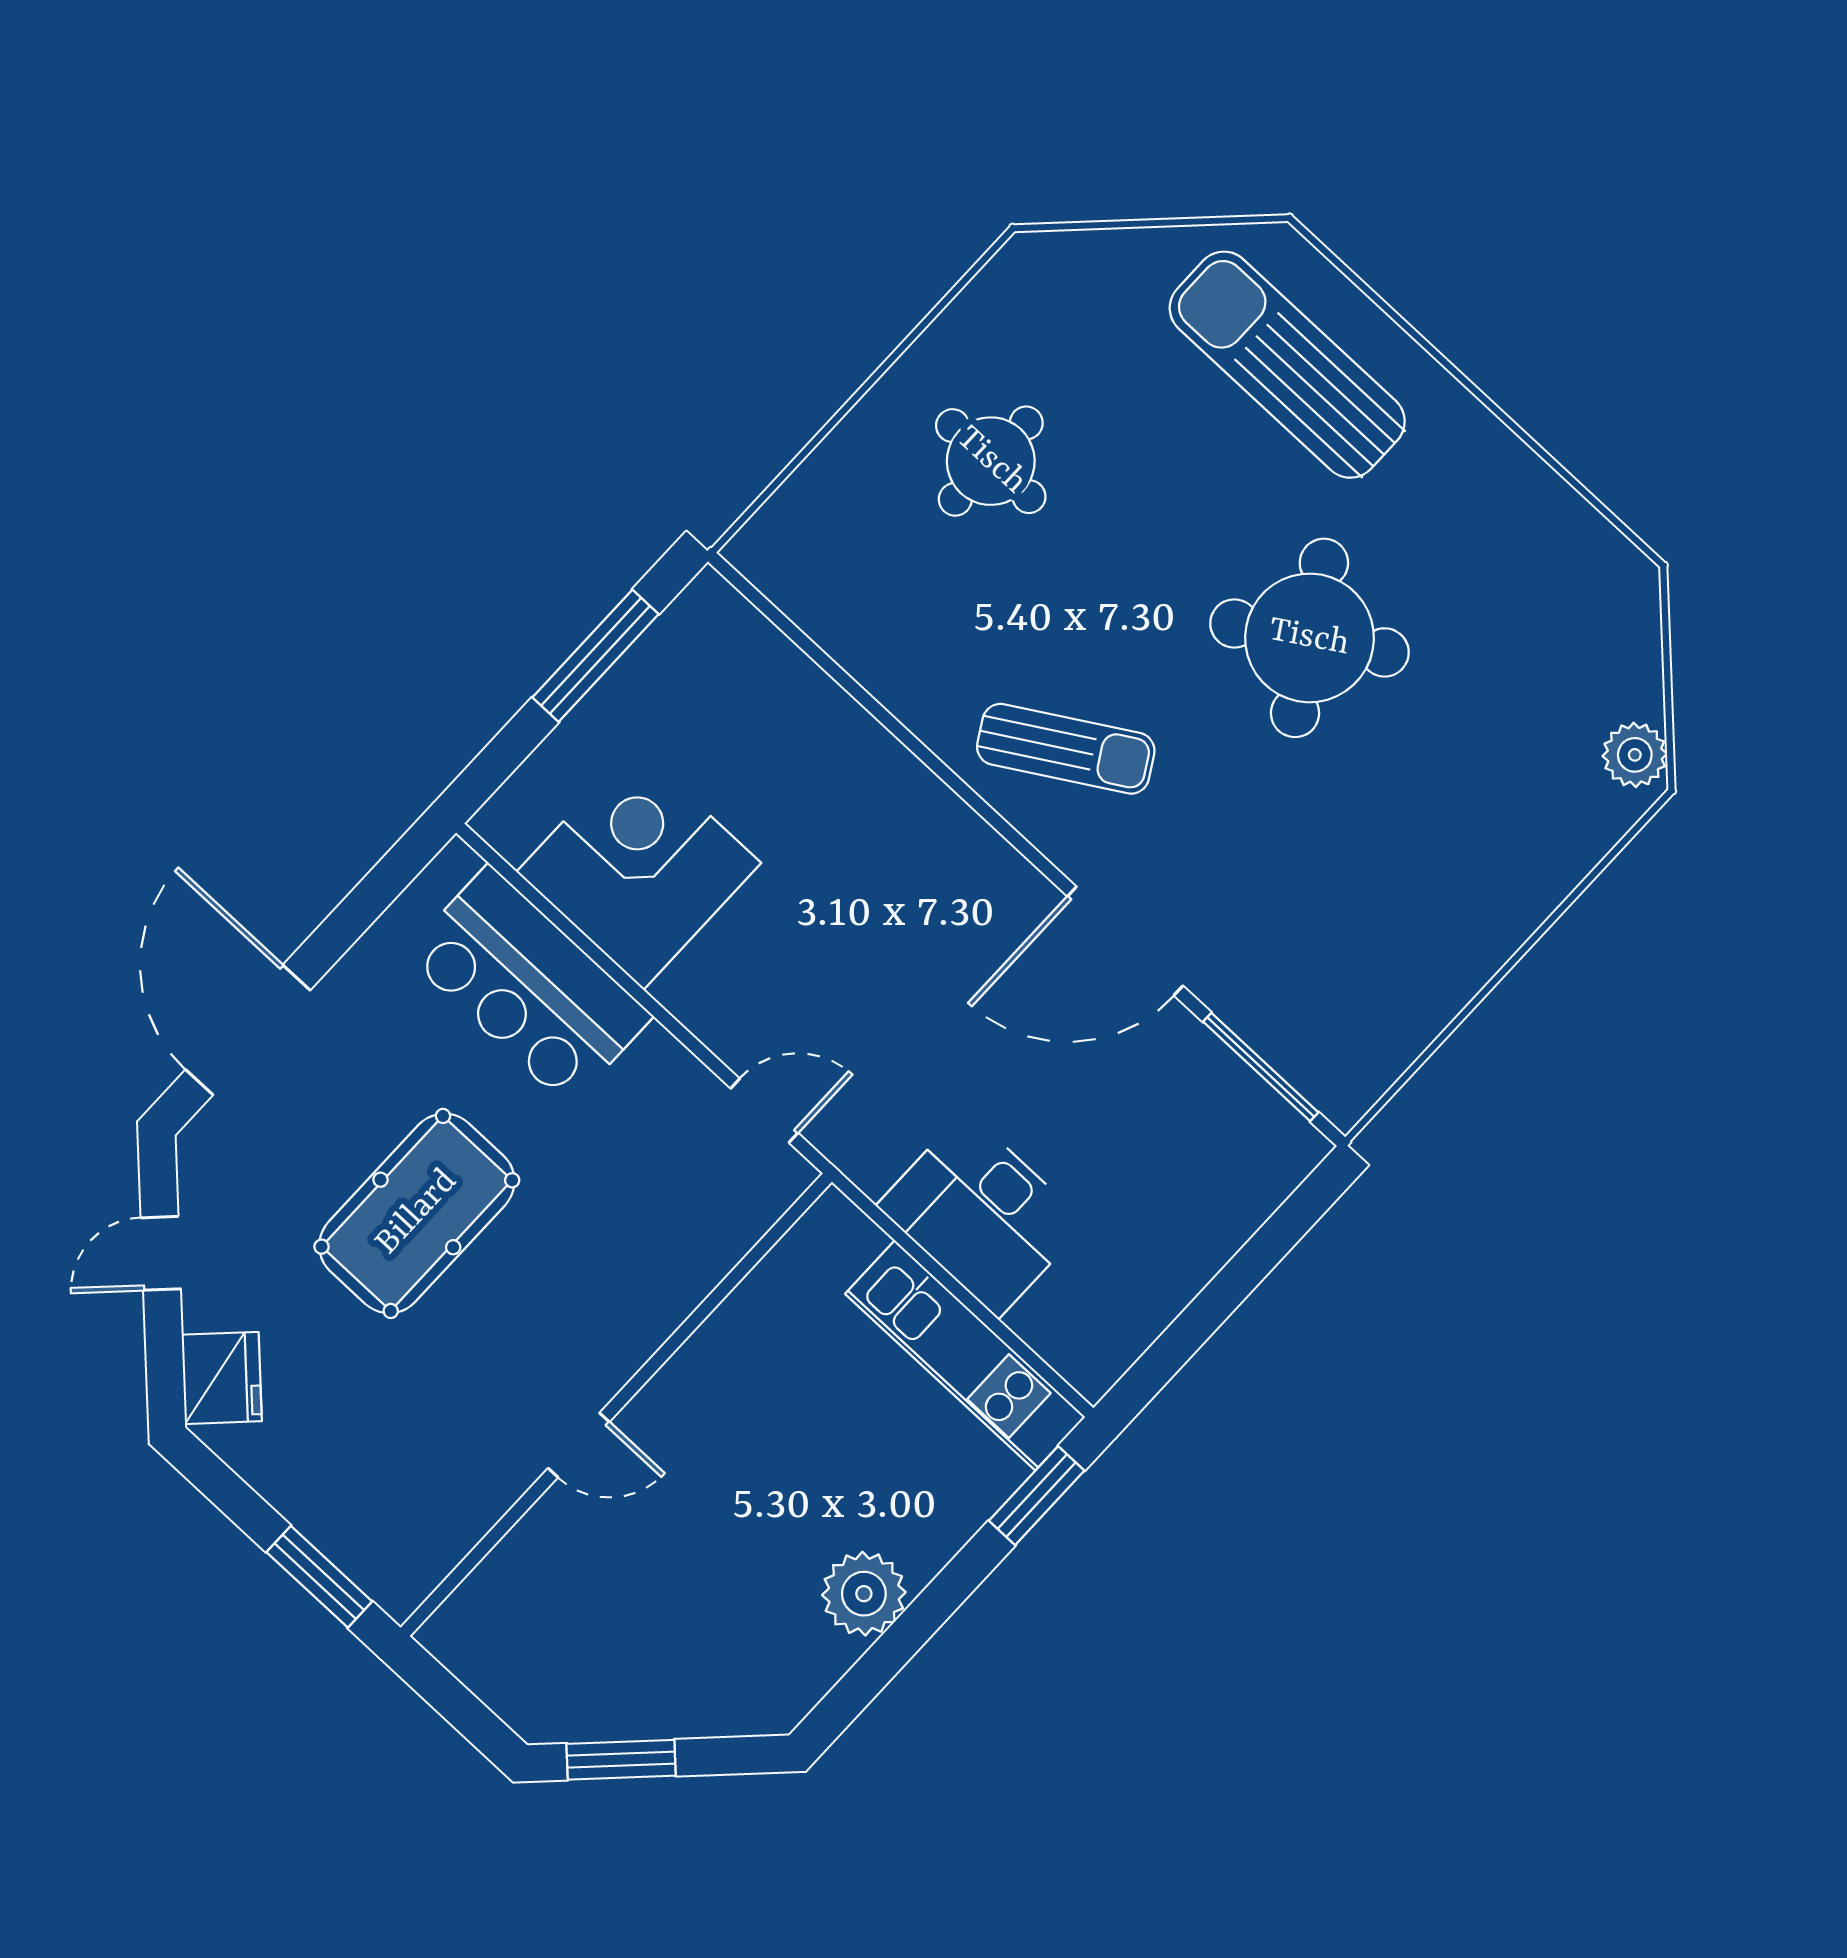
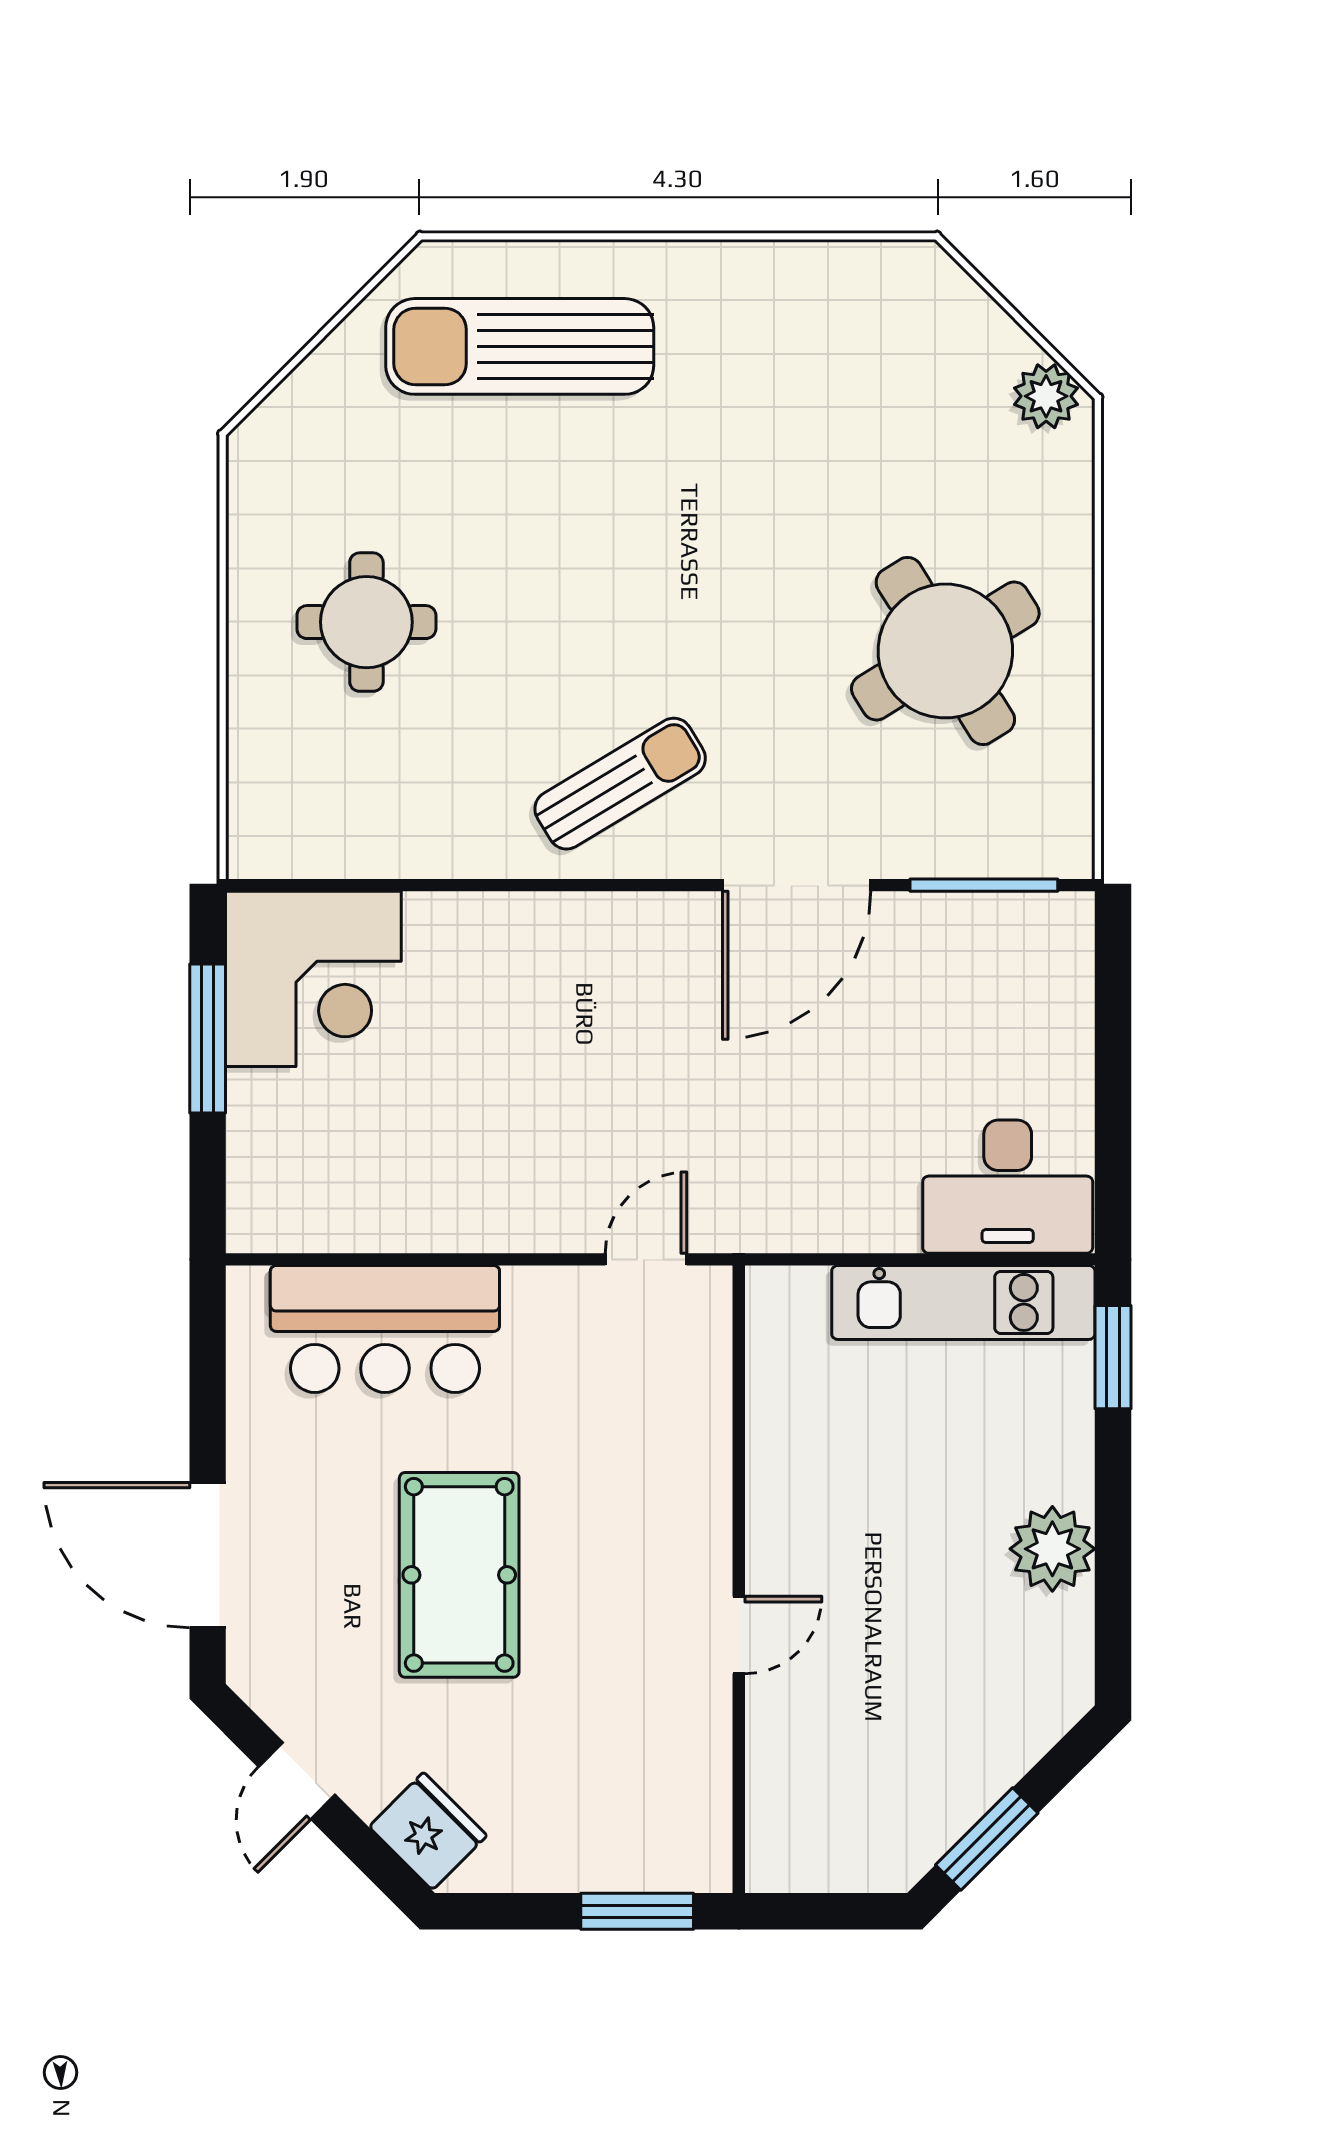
round table: (1309, 638) -> (945, 651), moved
corner desk: (639, 867) -> (313, 979), moved, turned 180
desk: (982, 1214) -> (1008, 1187), moved

